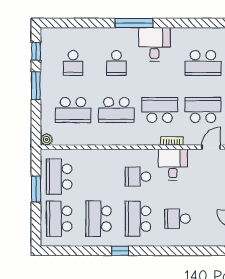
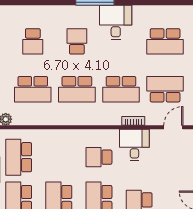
school desk: (116, 63) -> (77, 41), turned 180
school desk: (160, 110) -> (121, 89), turned 180

